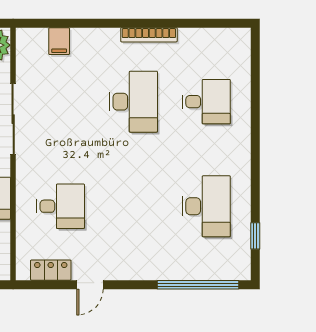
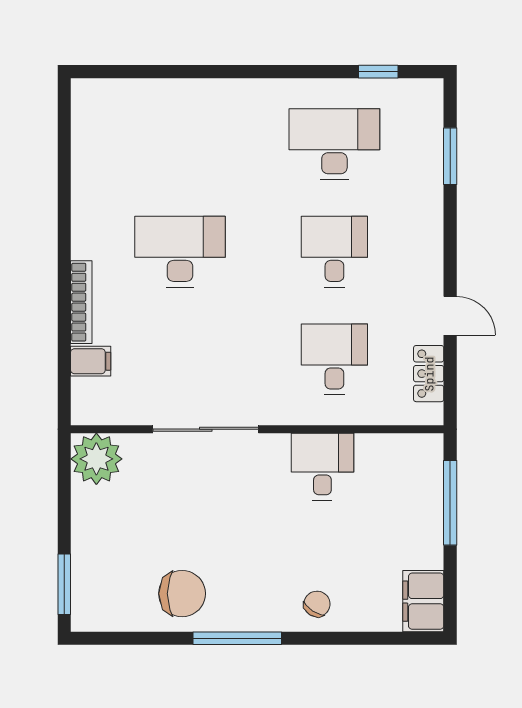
bookcase: (149, 35) -> (81, 302), moved
desk: (206, 102) -> (334, 252), moved
window: (198, 285) -> (450, 156), width x0.47

